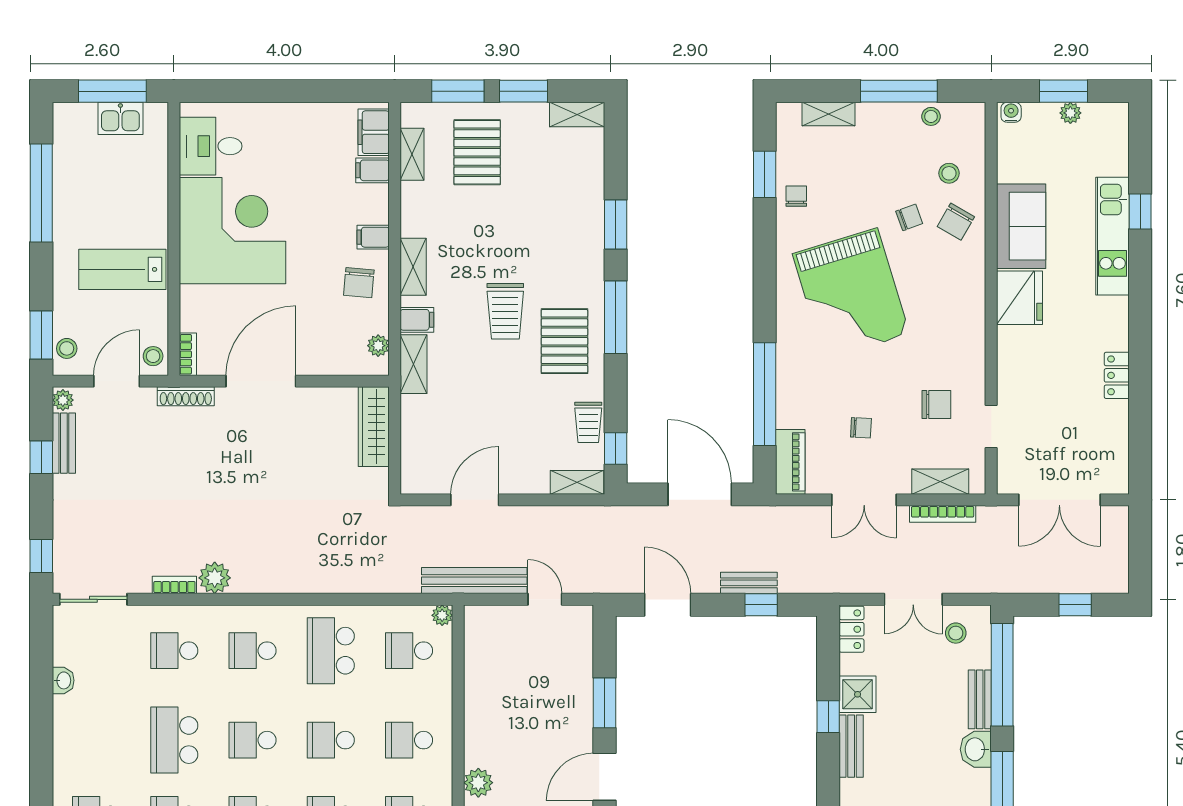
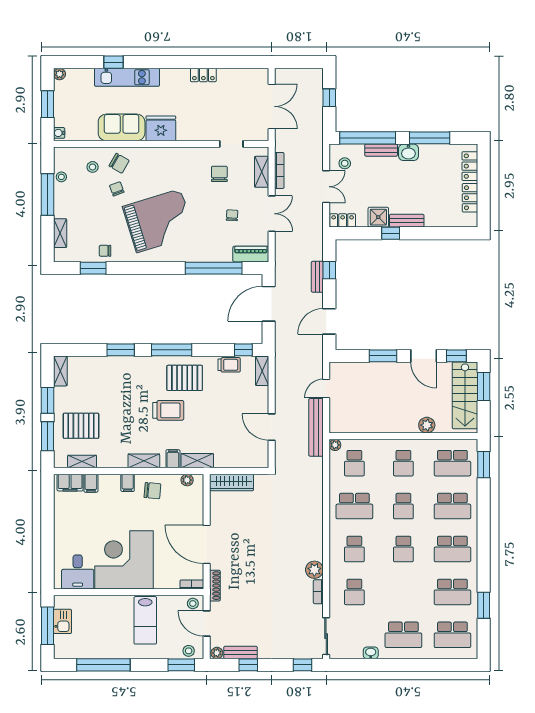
plant: (1070, 113) -> (59, 74), moved
school desk: (174, 740) -> (403, 635), moved

